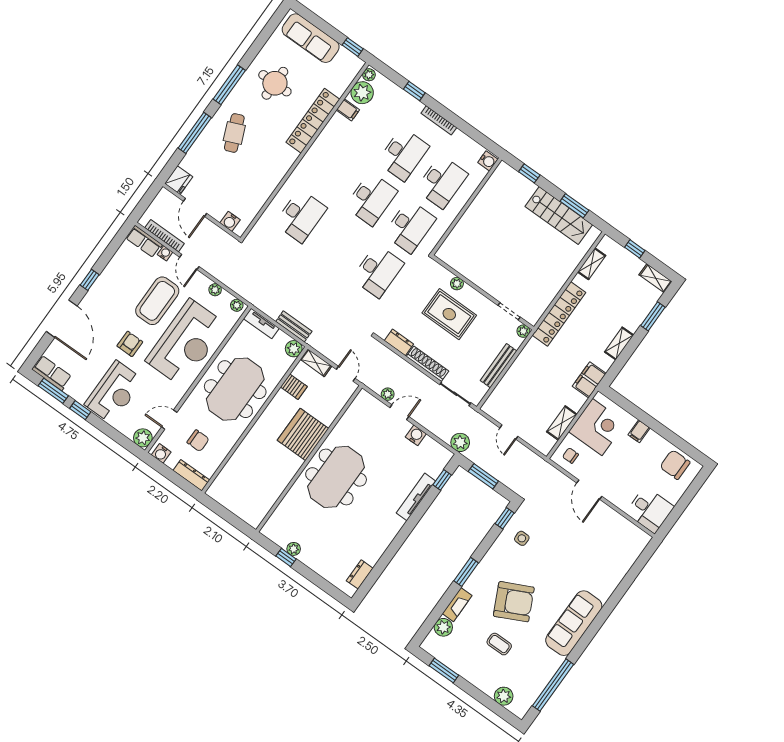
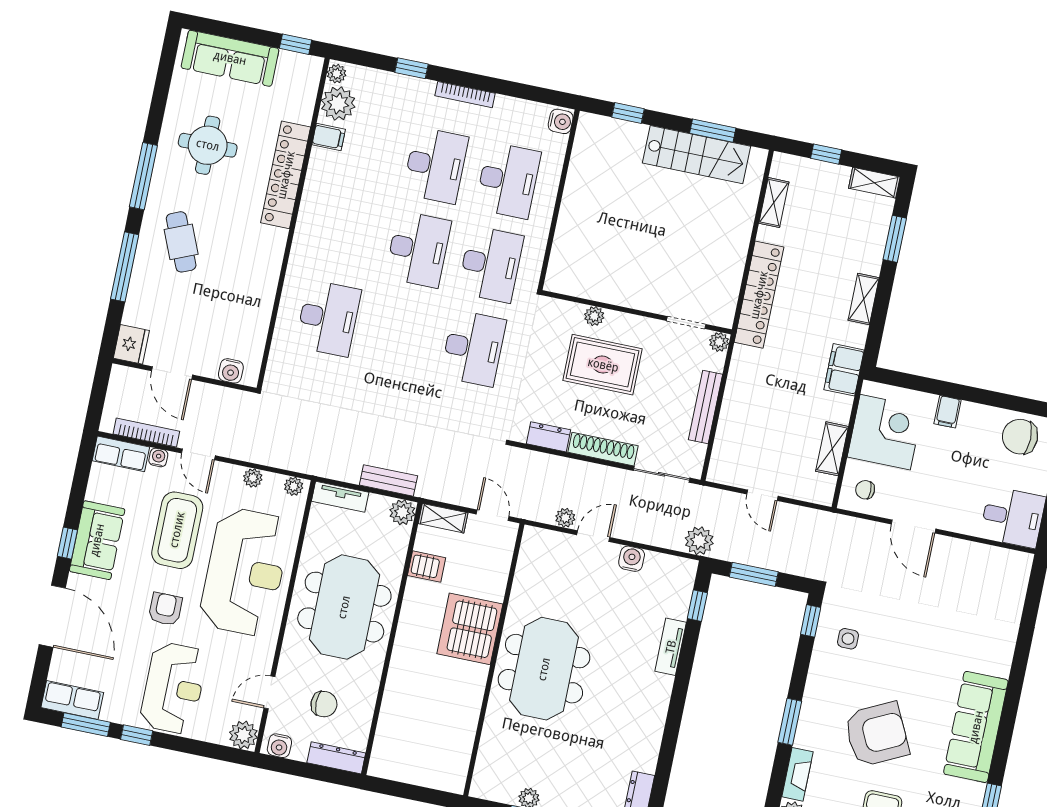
sofa: (108, 286) -> (97, 540), added
tv unit: (416, 497) -> (671, 647), width x0.71

